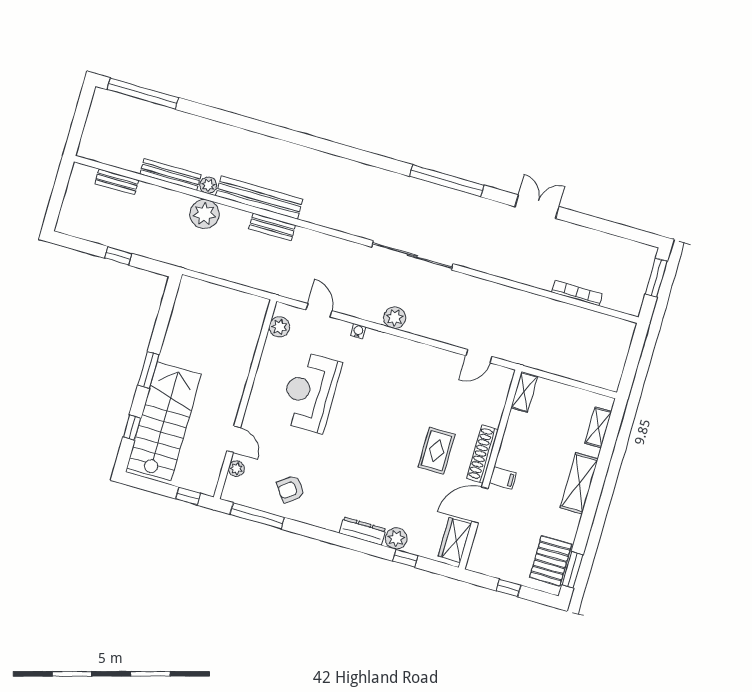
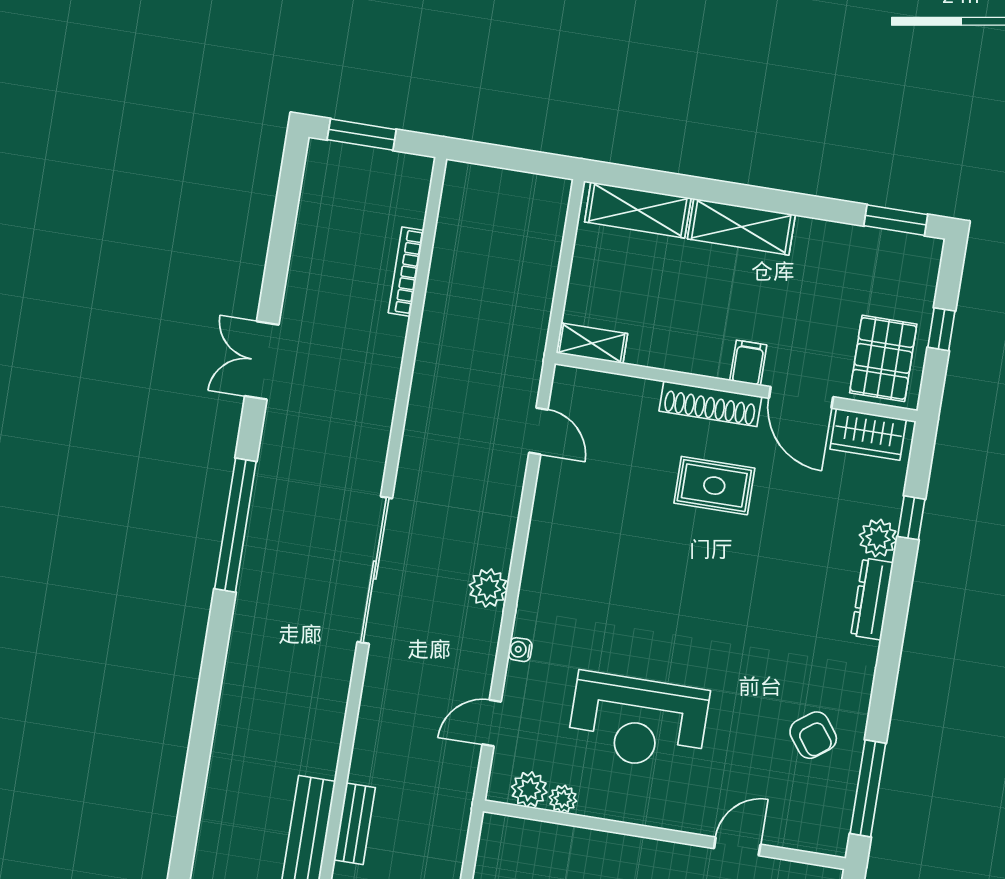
shelving: (598, 427) -> (638, 210), width x1.50, depth x1.33
plant: (236, 469) -> (563, 799), moved
pallet: (551, 561) -> (883, 358), moved, turned 90

